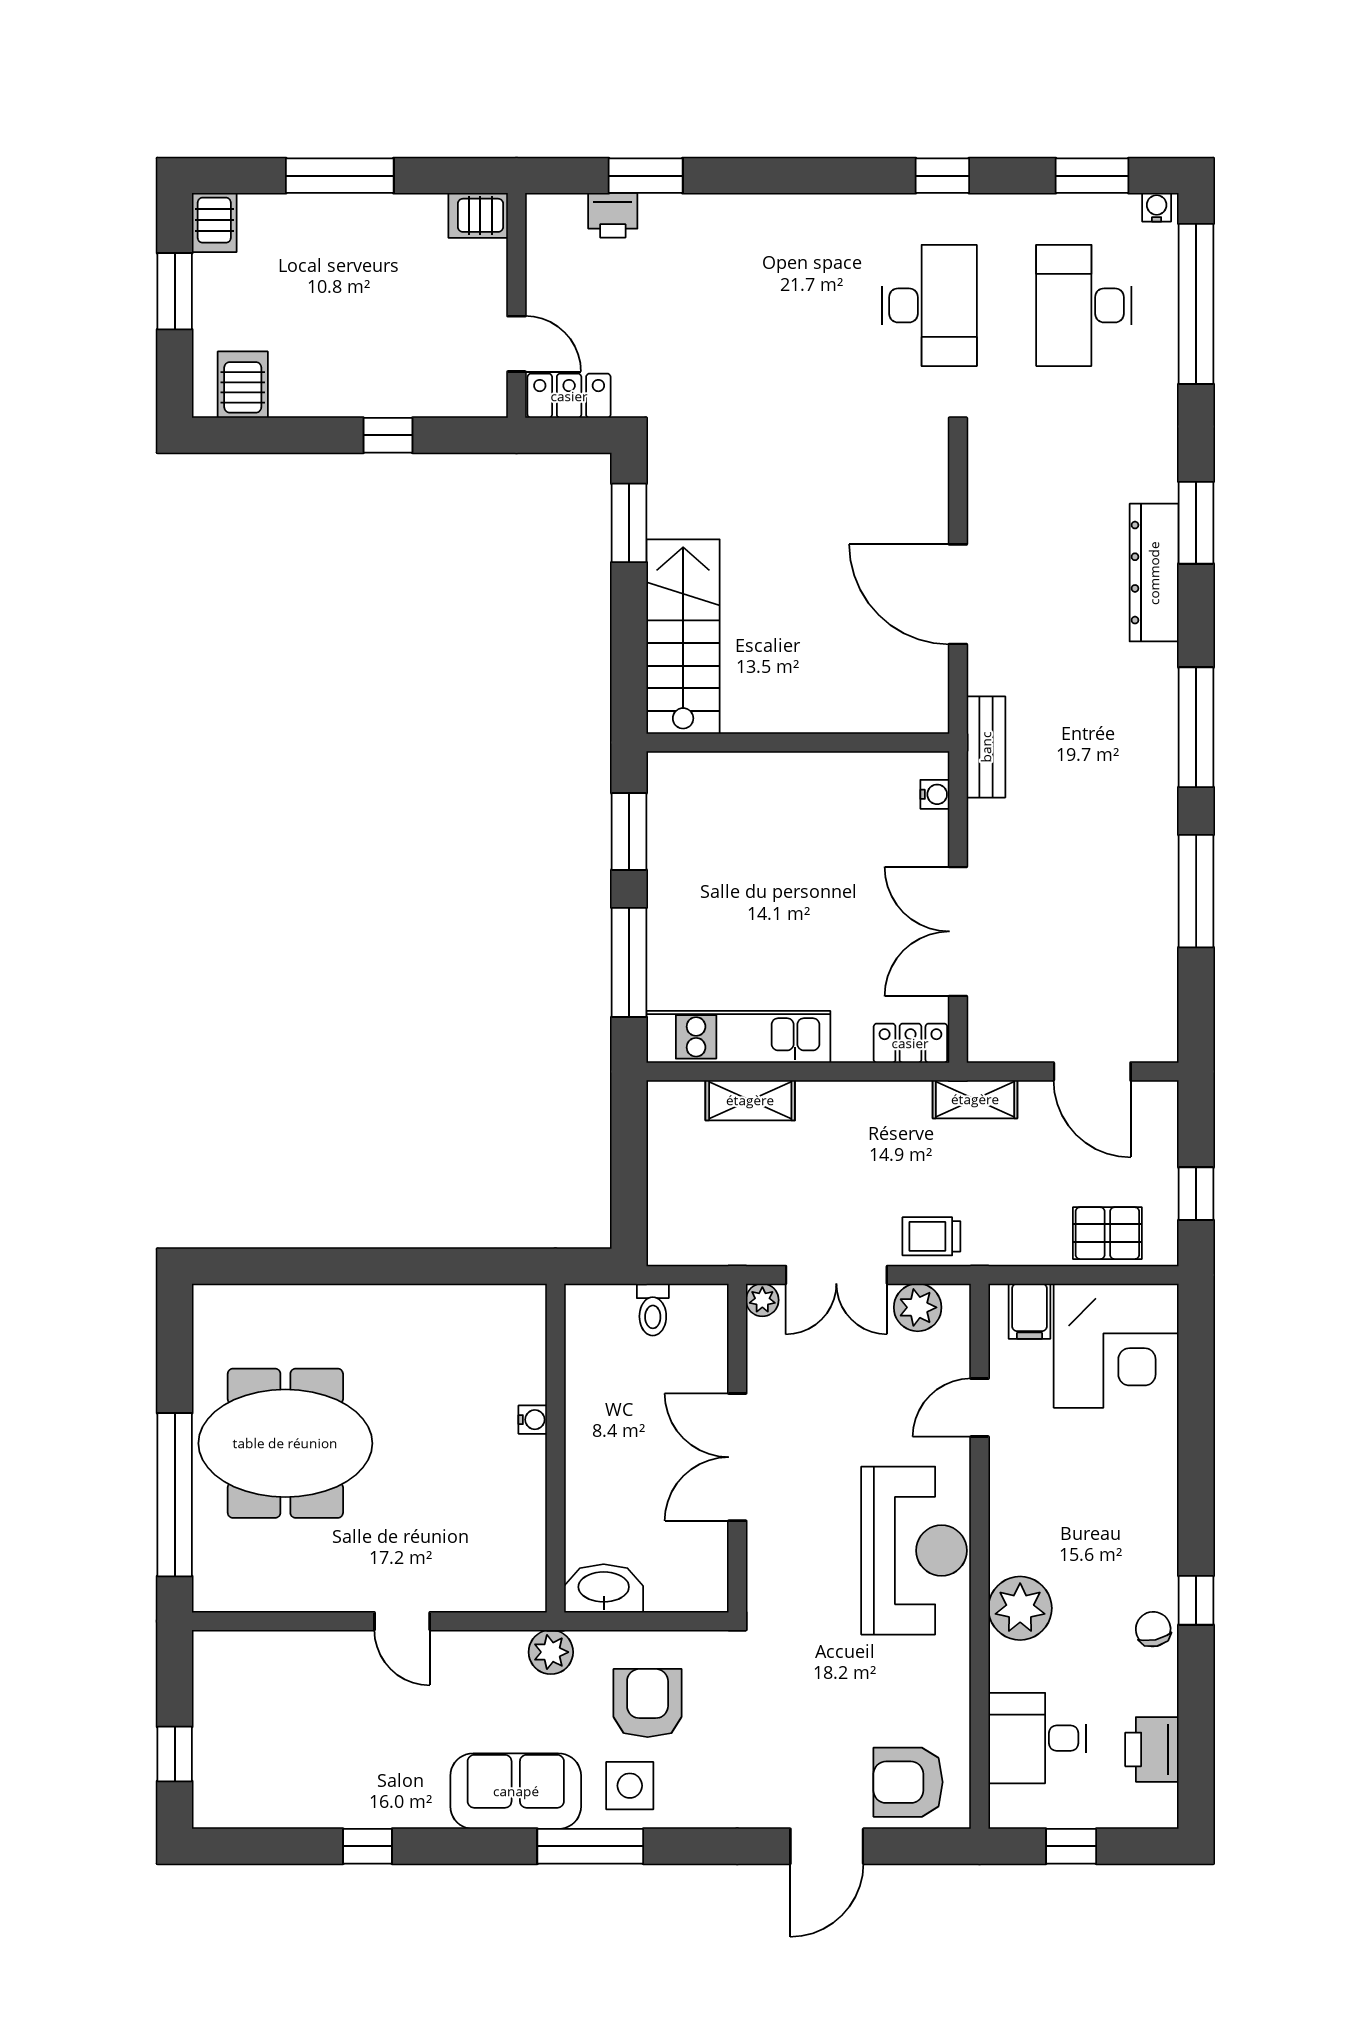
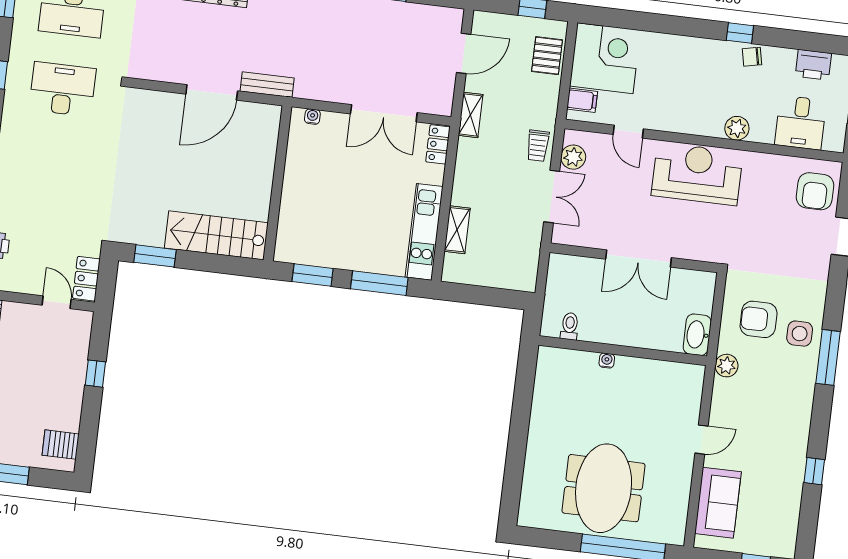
door: (516, 344) -> (57, 302), hinge flipped
bench: (986, 747) -> (267, 85), moved
plant: (762, 1300) -> (560, 236), removed
toilet: (653, 1310) -> (570, 326), moved, turned -90
plant: (1020, 1608) -> (737, 128), width x0.73, depth x0.73
sofa: (516, 1791) -> (718, 503), moved, turned 180

